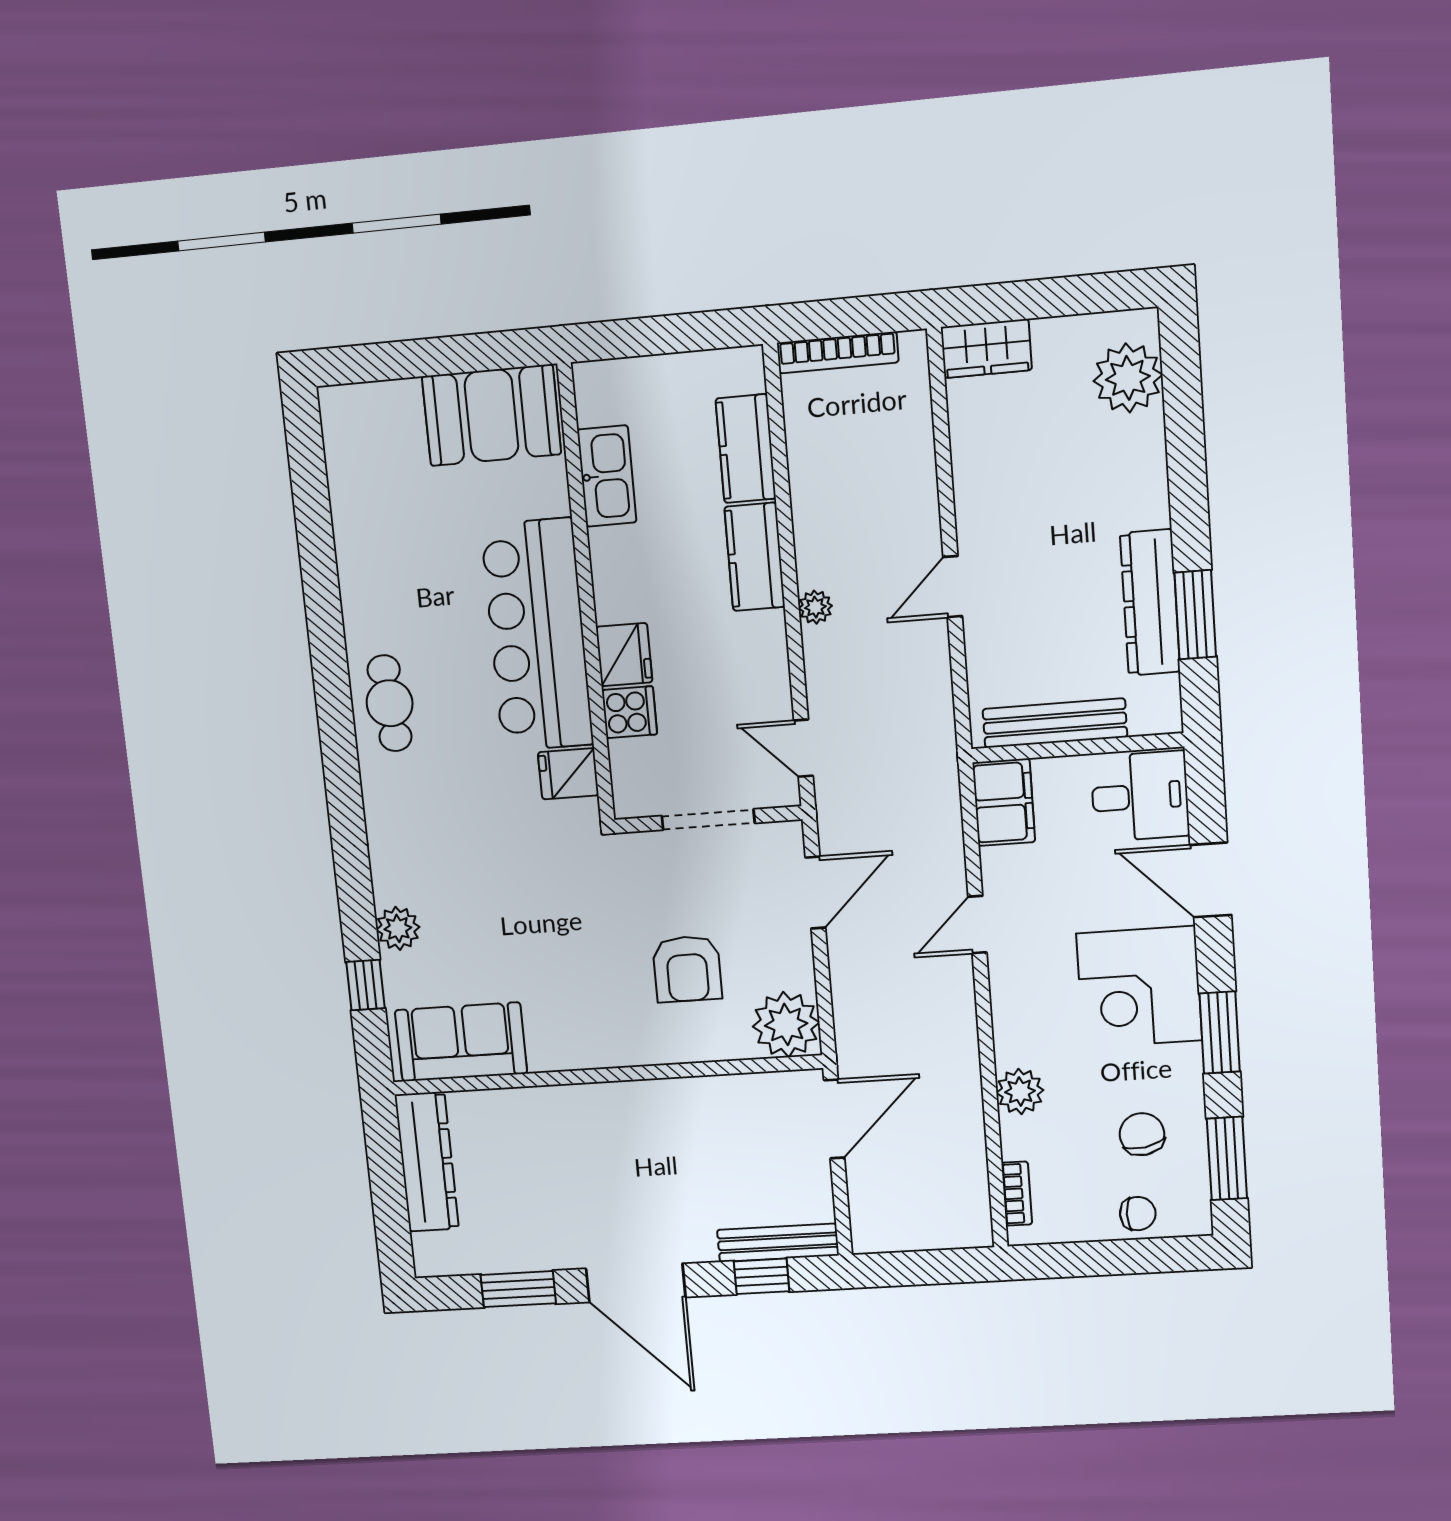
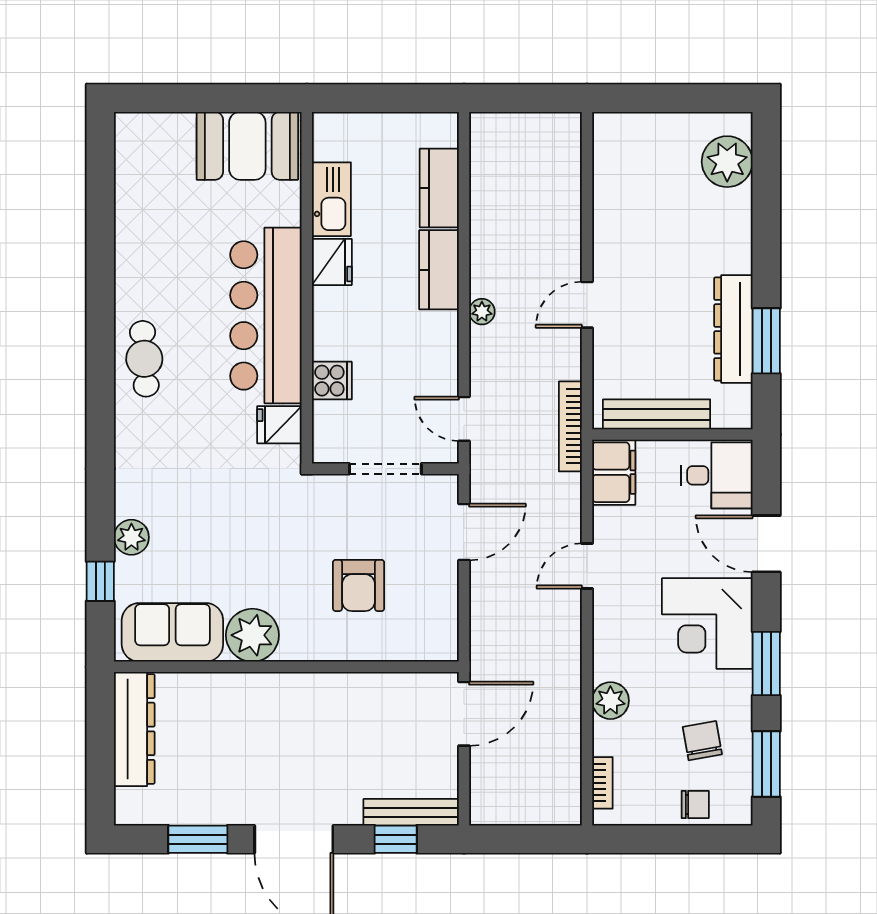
wardrobe: (986, 349) -> (625, 131), removed
bookcase: (838, 352) -> (570, 426), moved, turned 90
fridge: (624, 655) -> (332, 262), moved
plant: (786, 1024) -> (252, 635), moved

